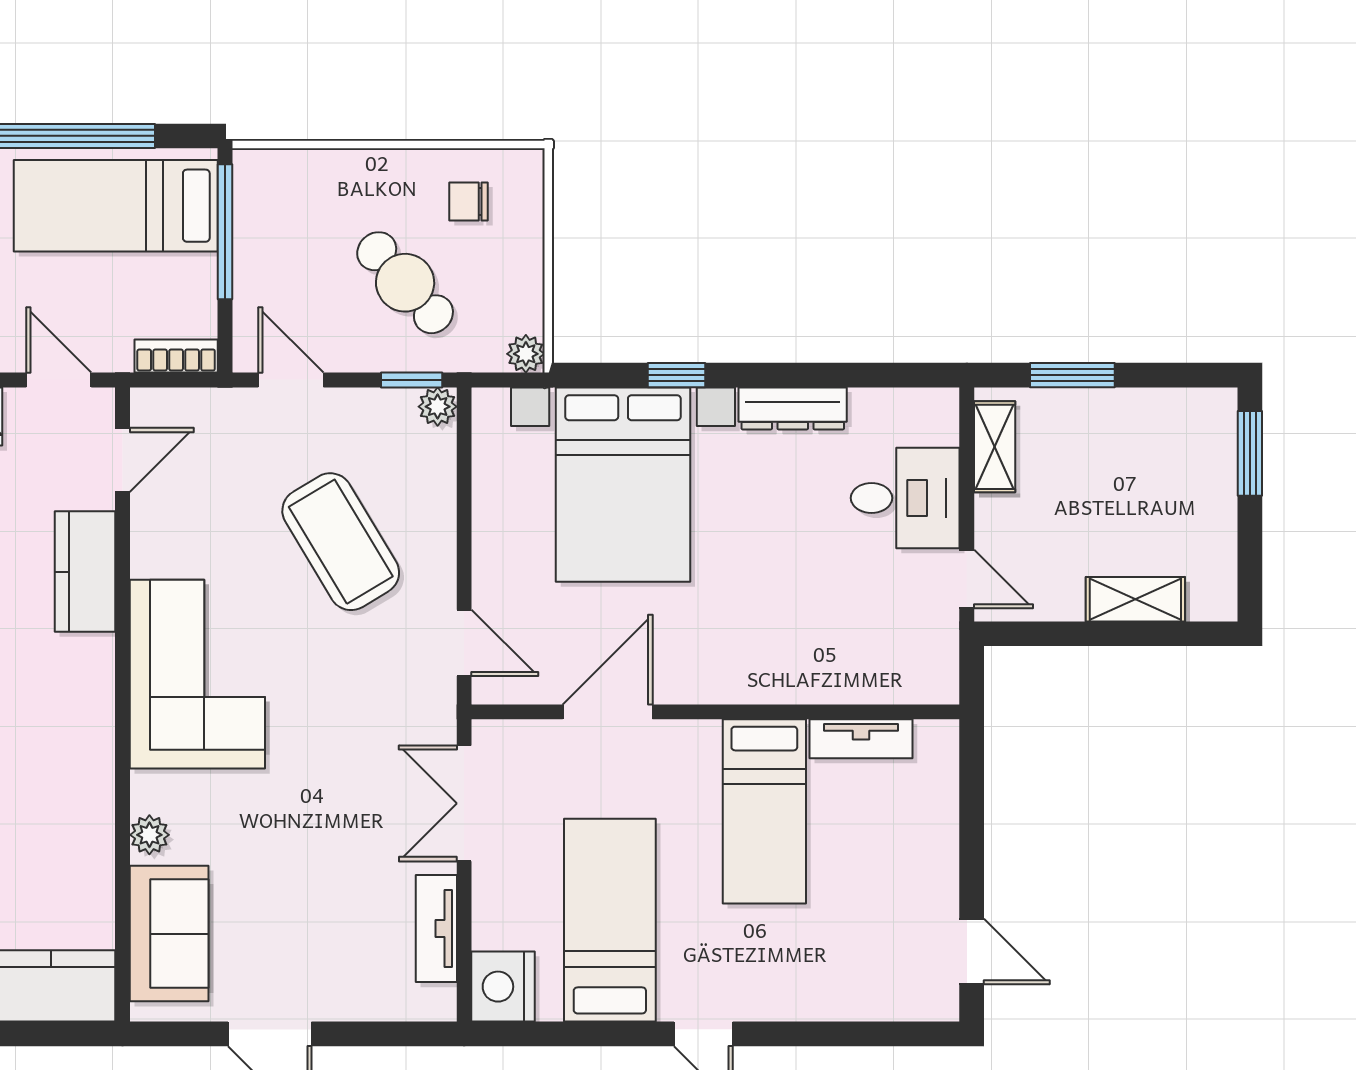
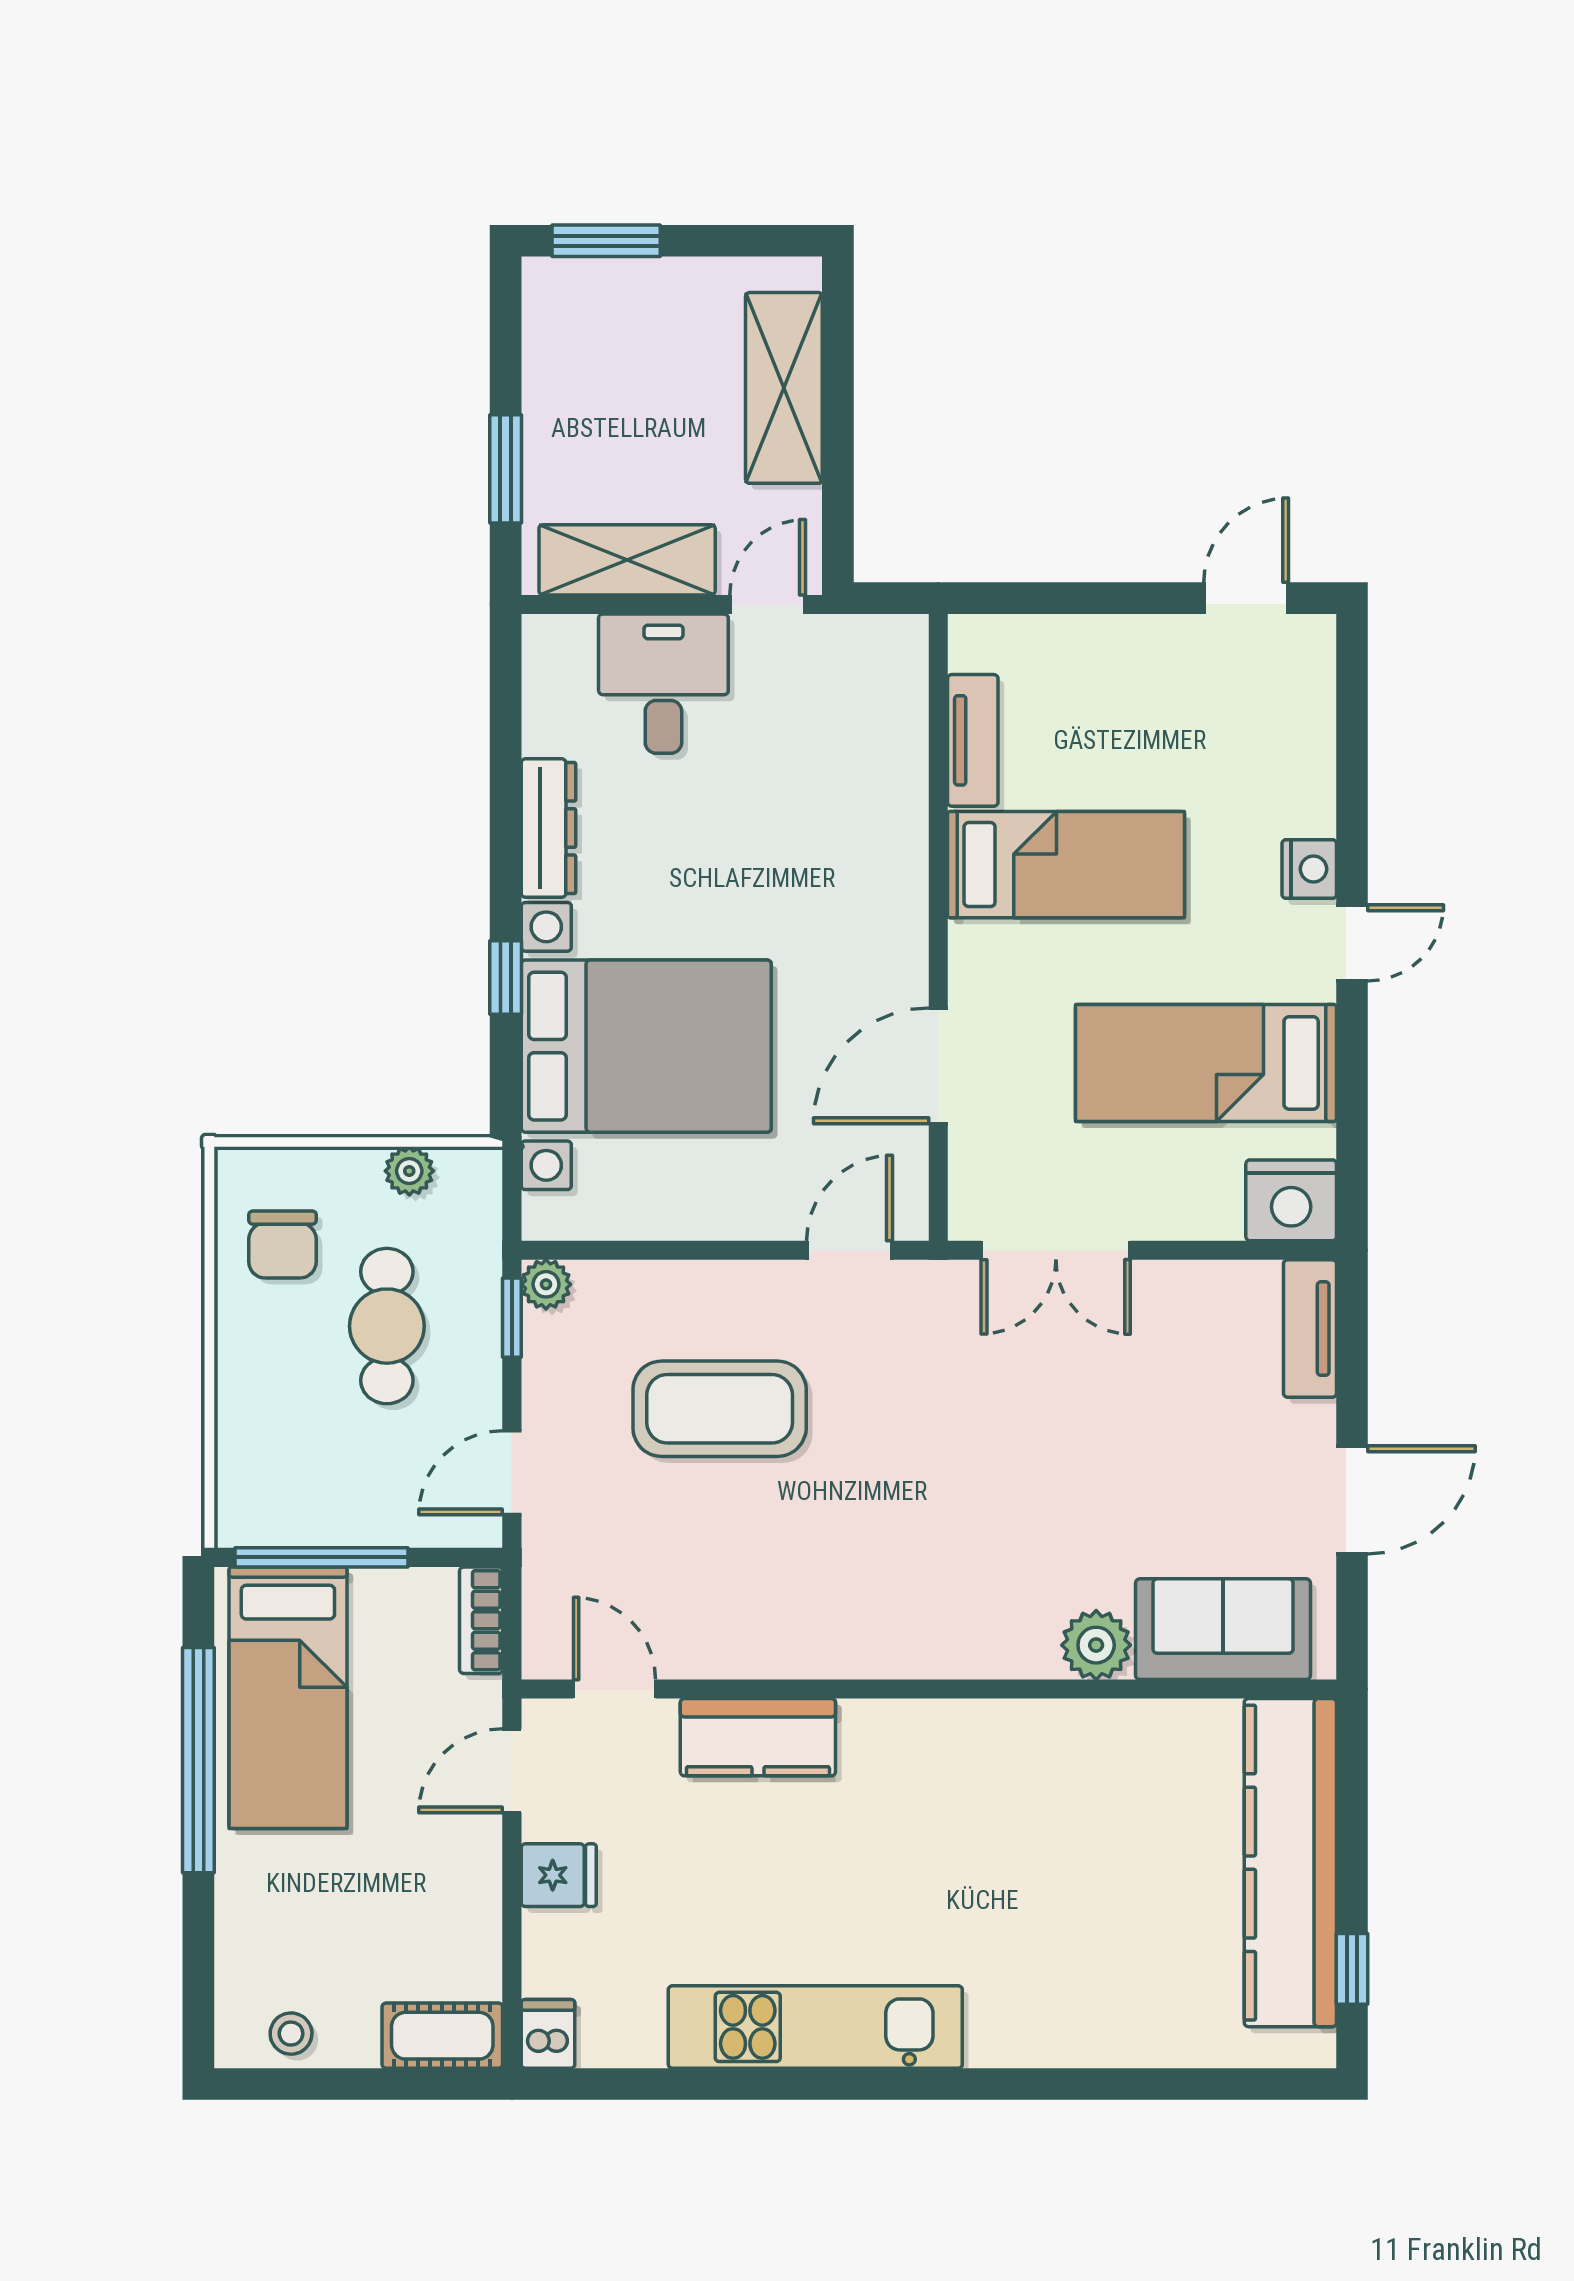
chair: (469, 201) -> (283, 1244), width x1.37, depth x1.37
cafe table: (405, 283) -> (387, 1326), turned -48
plant: (526, 354) -> (409, 1171), moved
shelving: (995, 447) -> (627, 560), width x1.50, depth x1.33
coffee table: (341, 542) -> (720, 1409), turned 31
shelving: (1135, 599) -> (784, 388), width x1.50, depth x1.33
corner sofa: (197, 674) -> (890, 1593), removed
door: (608, 712) -> (938, 1066), hinge flipped
plant: (149, 835) -> (1096, 1645), width x1.38, depth x1.38
tv unit: (436, 928) -> (1310, 1329), moved, turned 90
nightstand: (761, 1001) -> (1309, 869), added

